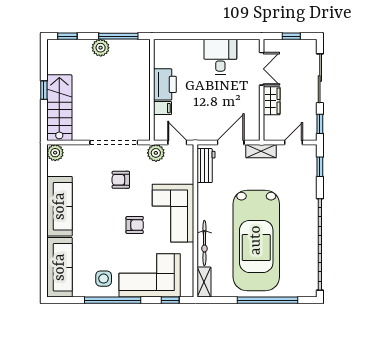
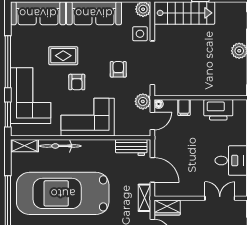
double door: (262, 69) -> (220, 198), swing flipped
printer: (165, 84) -> (218, 110), moved
wardrobe: (272, 101) -> (167, 208), moved
floor lamp: (159, 136) -> (159, 104), added
rug: (106, 240) -> (63, 56), added
side table: (104, 279) -> (140, 34), moved
window: (170, 300) -> (8, 114), width x1.50

